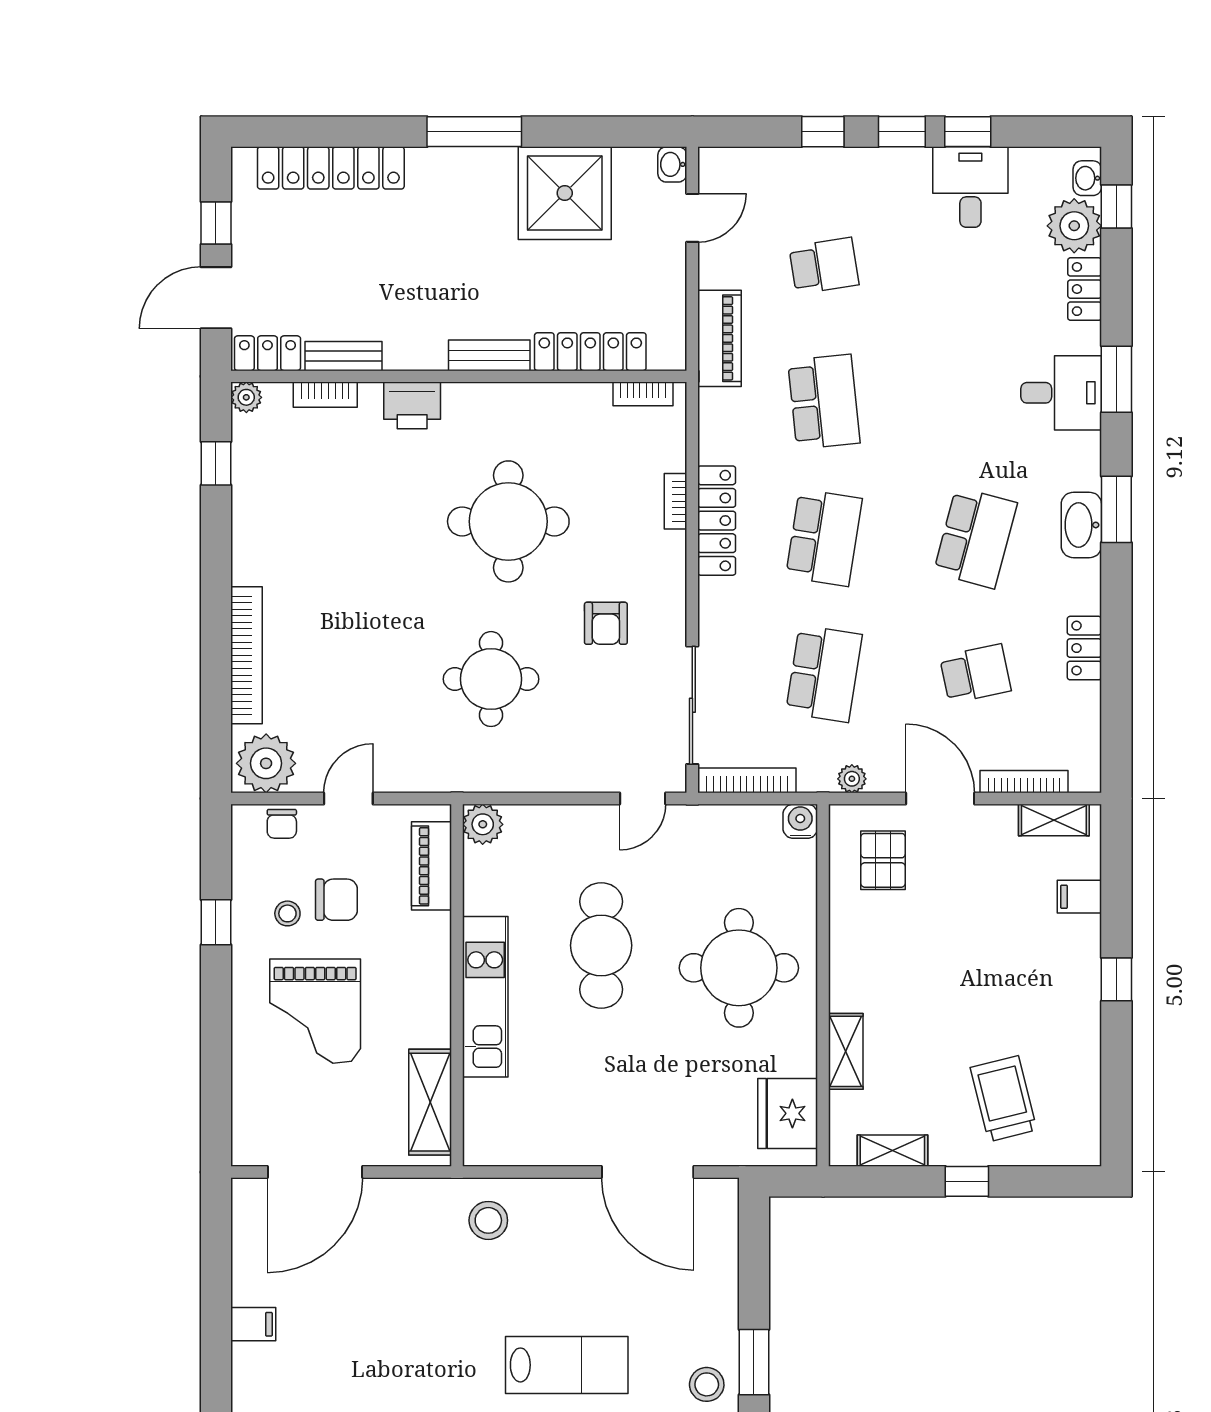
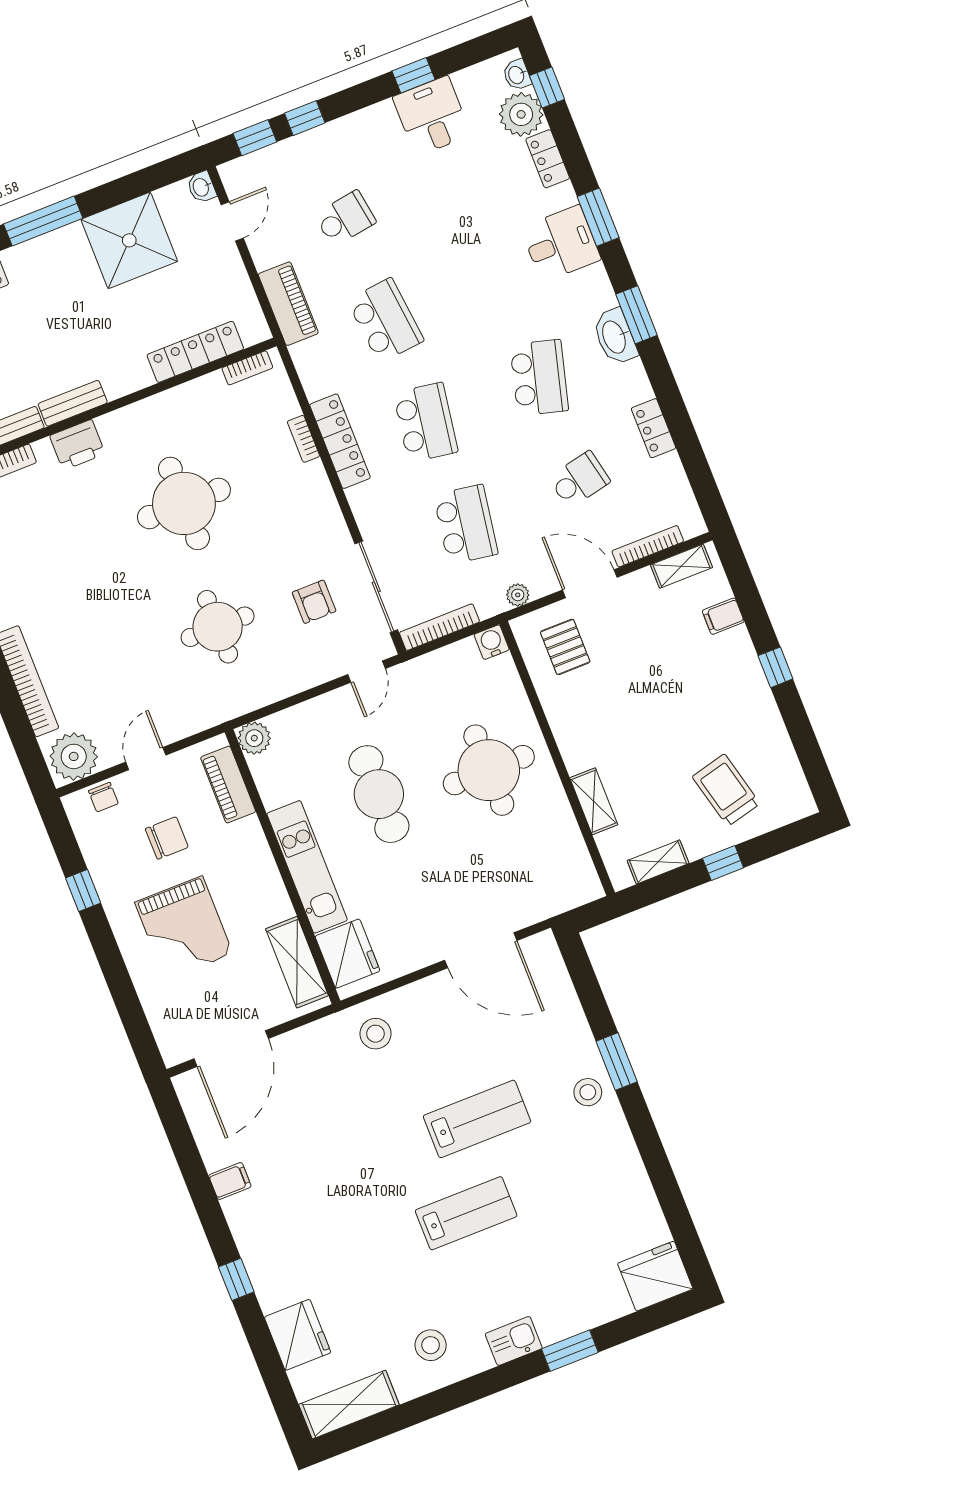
window: (902, 132) -> (255, 138), moved
bench: (489, 355) -> (73, 403), moved
armchair: (606, 623) -> (314, 602), moved
stool: (287, 913) -> (134, 863), removed
fridge: (788, 1113) -> (347, 954), moved, turned 180

